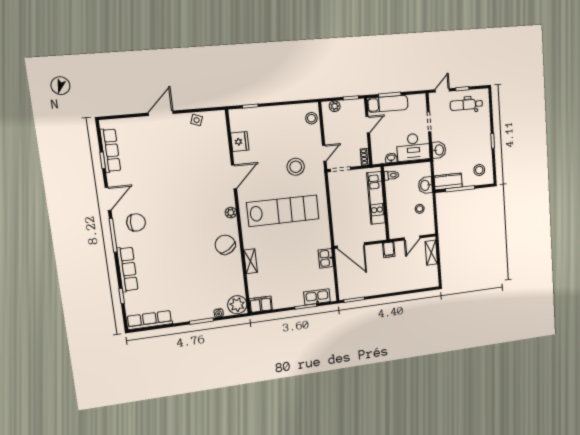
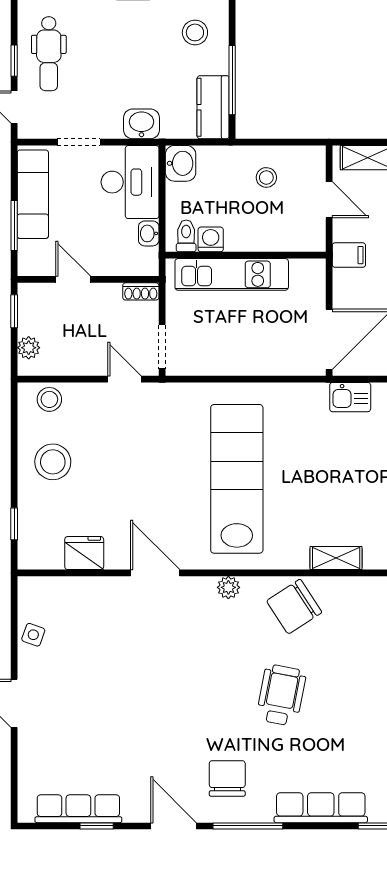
exam couch: (388, 104) -> (33, 194), moved
stool: (296, 167) -> (53, 462), moved
washbasin: (425, 185) -> (181, 163), moved, turned -90
washing machine: (391, 187) -> (211, 239), added
wheelchair: (181, 244) -> (281, 695), added

